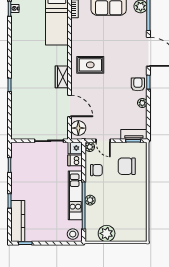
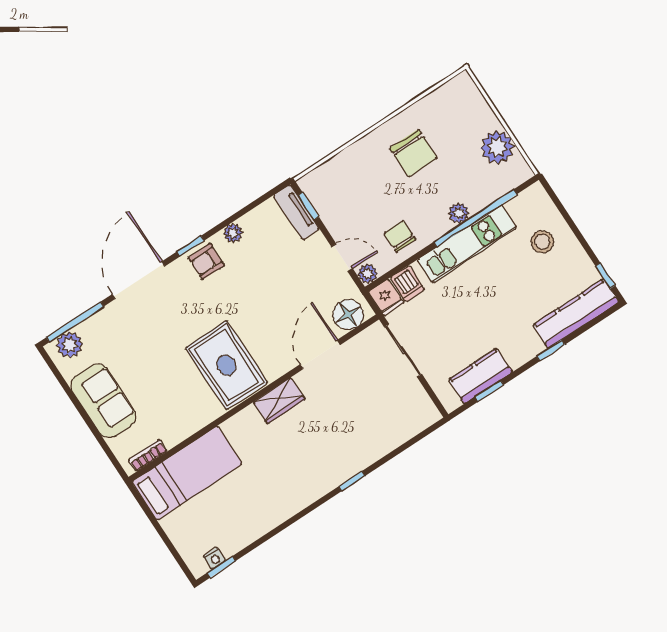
rug: (90, 65) -> (226, 365), width x1.36, depth x1.43
door: (103, 141) -> (342, 258), hinge flipped
kitchen counter: (18, 165) -> (480, 376), added
chair: (127, 166) -> (413, 153), moved
stool: (73, 234) -> (542, 242), moved

